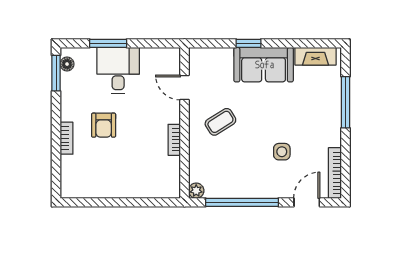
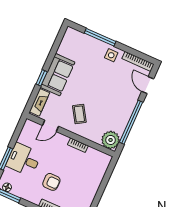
fireplace: (315, 56) -> (39, 102), moved
side table: (282, 152) -> (111, 55), moved
plant: (196, 191) -> (111, 140), width x1.88, depth x1.88

